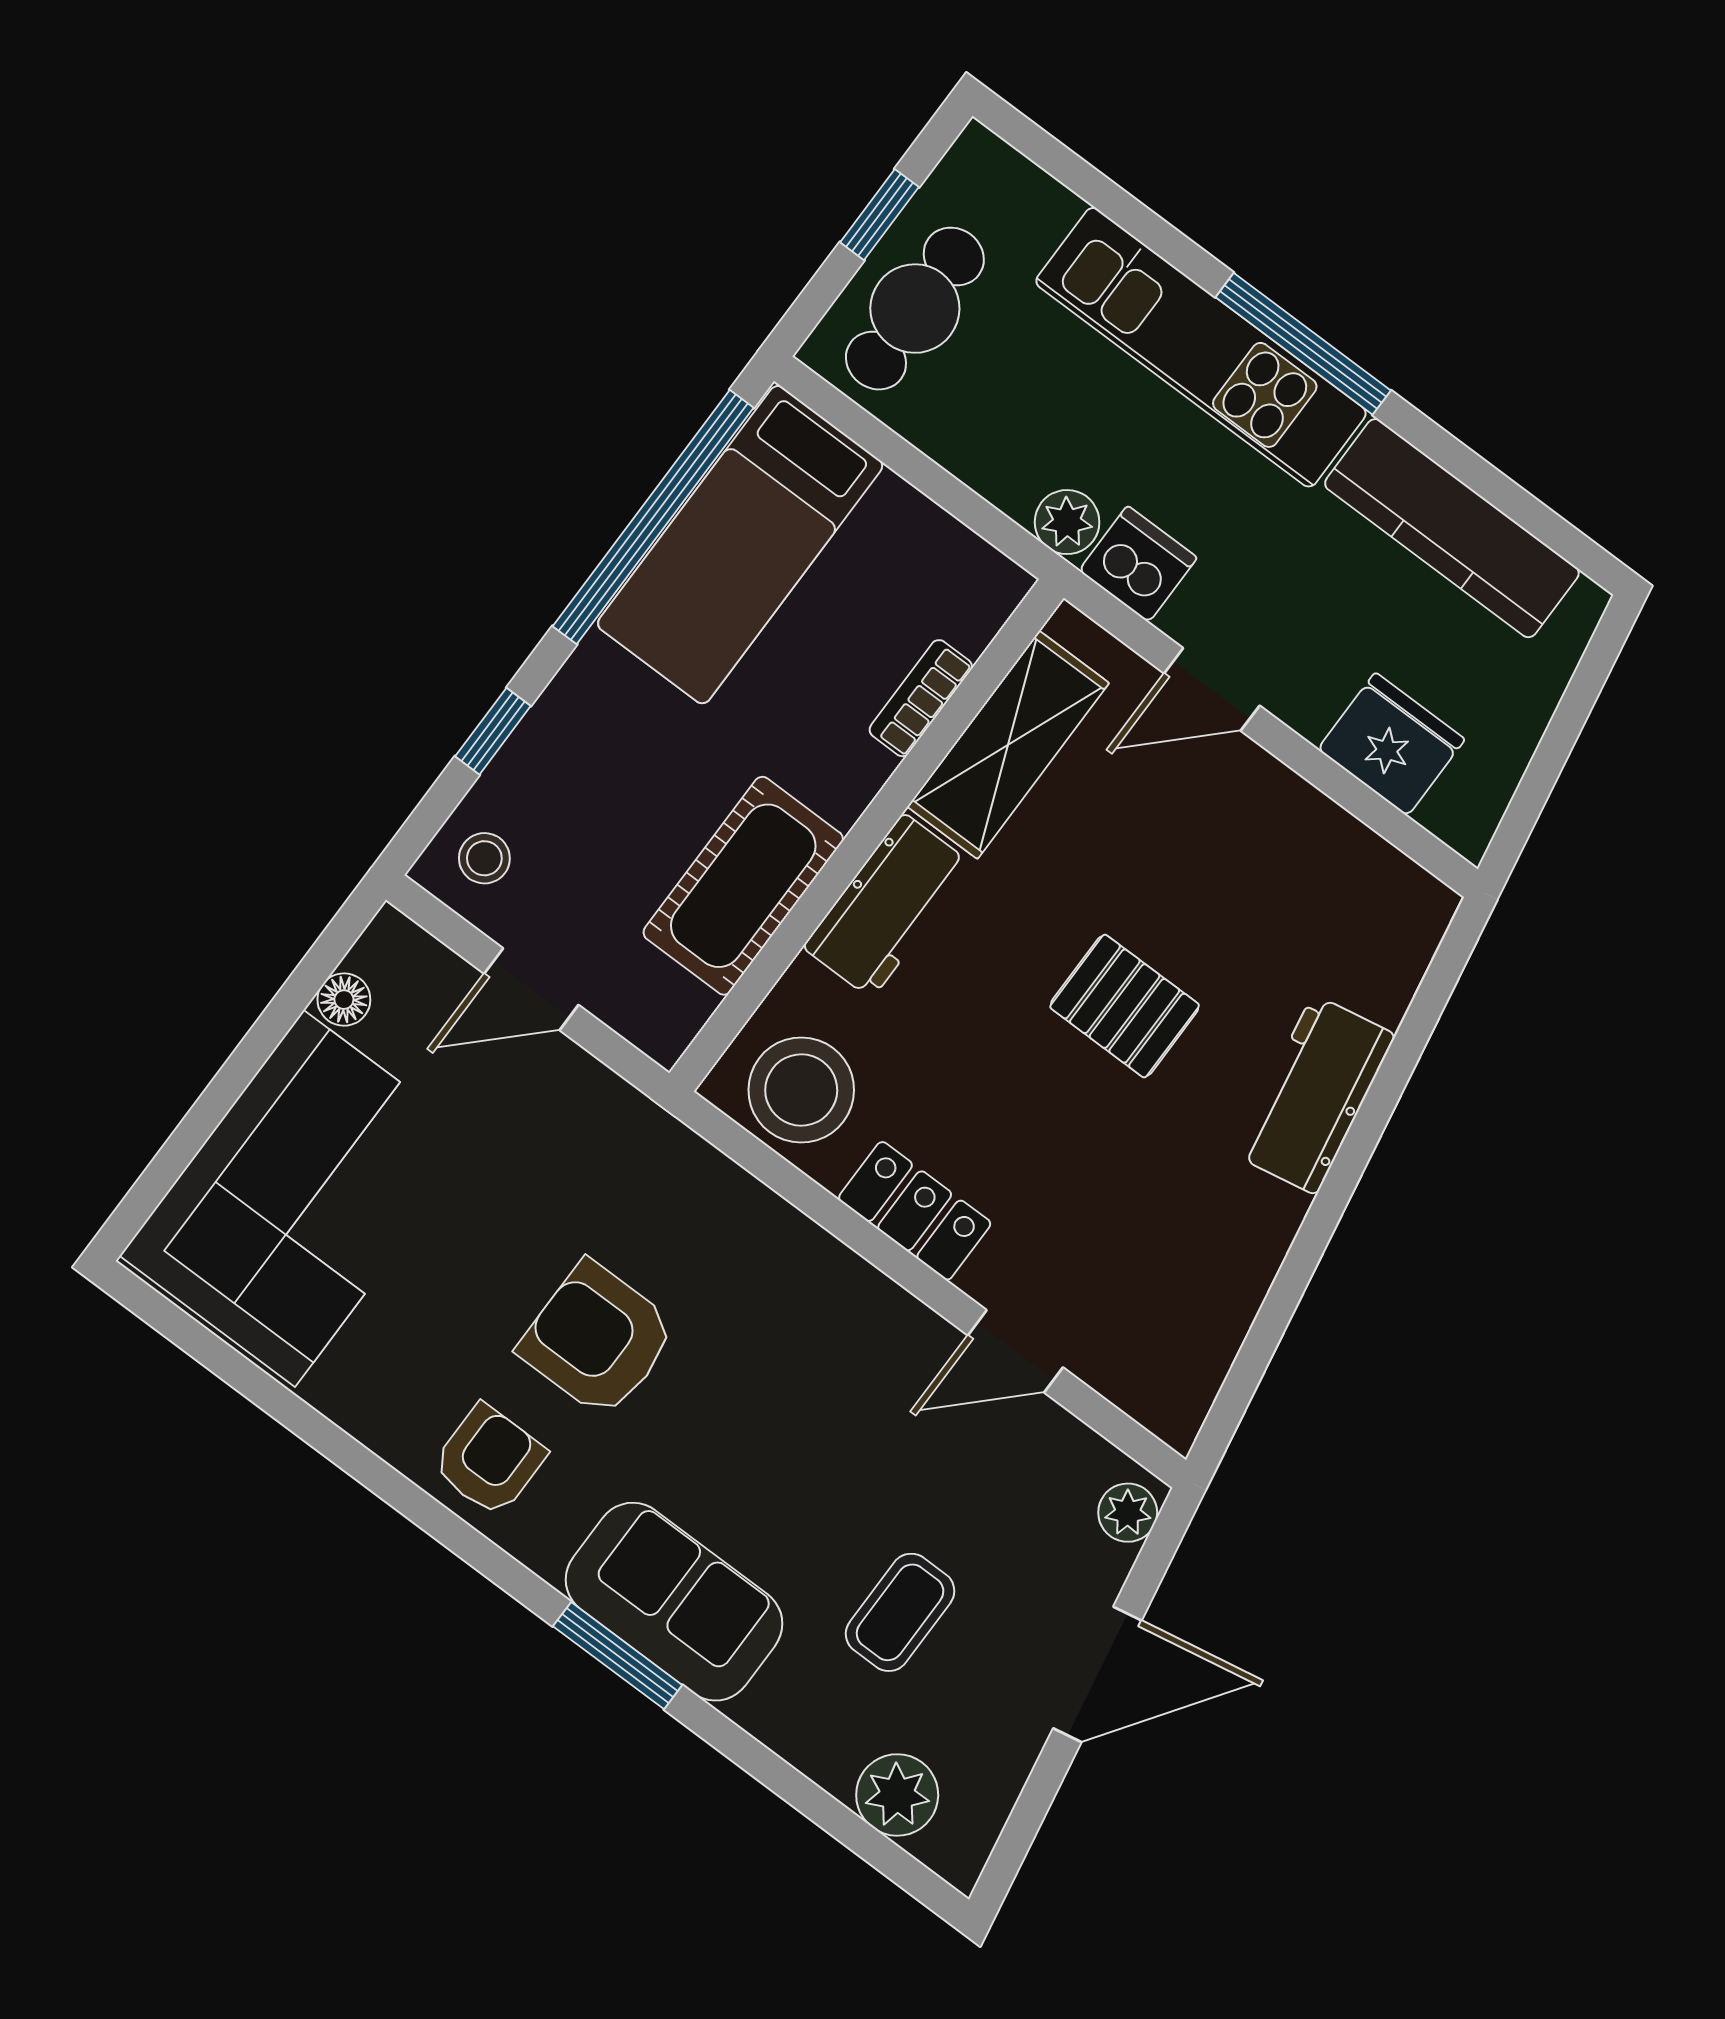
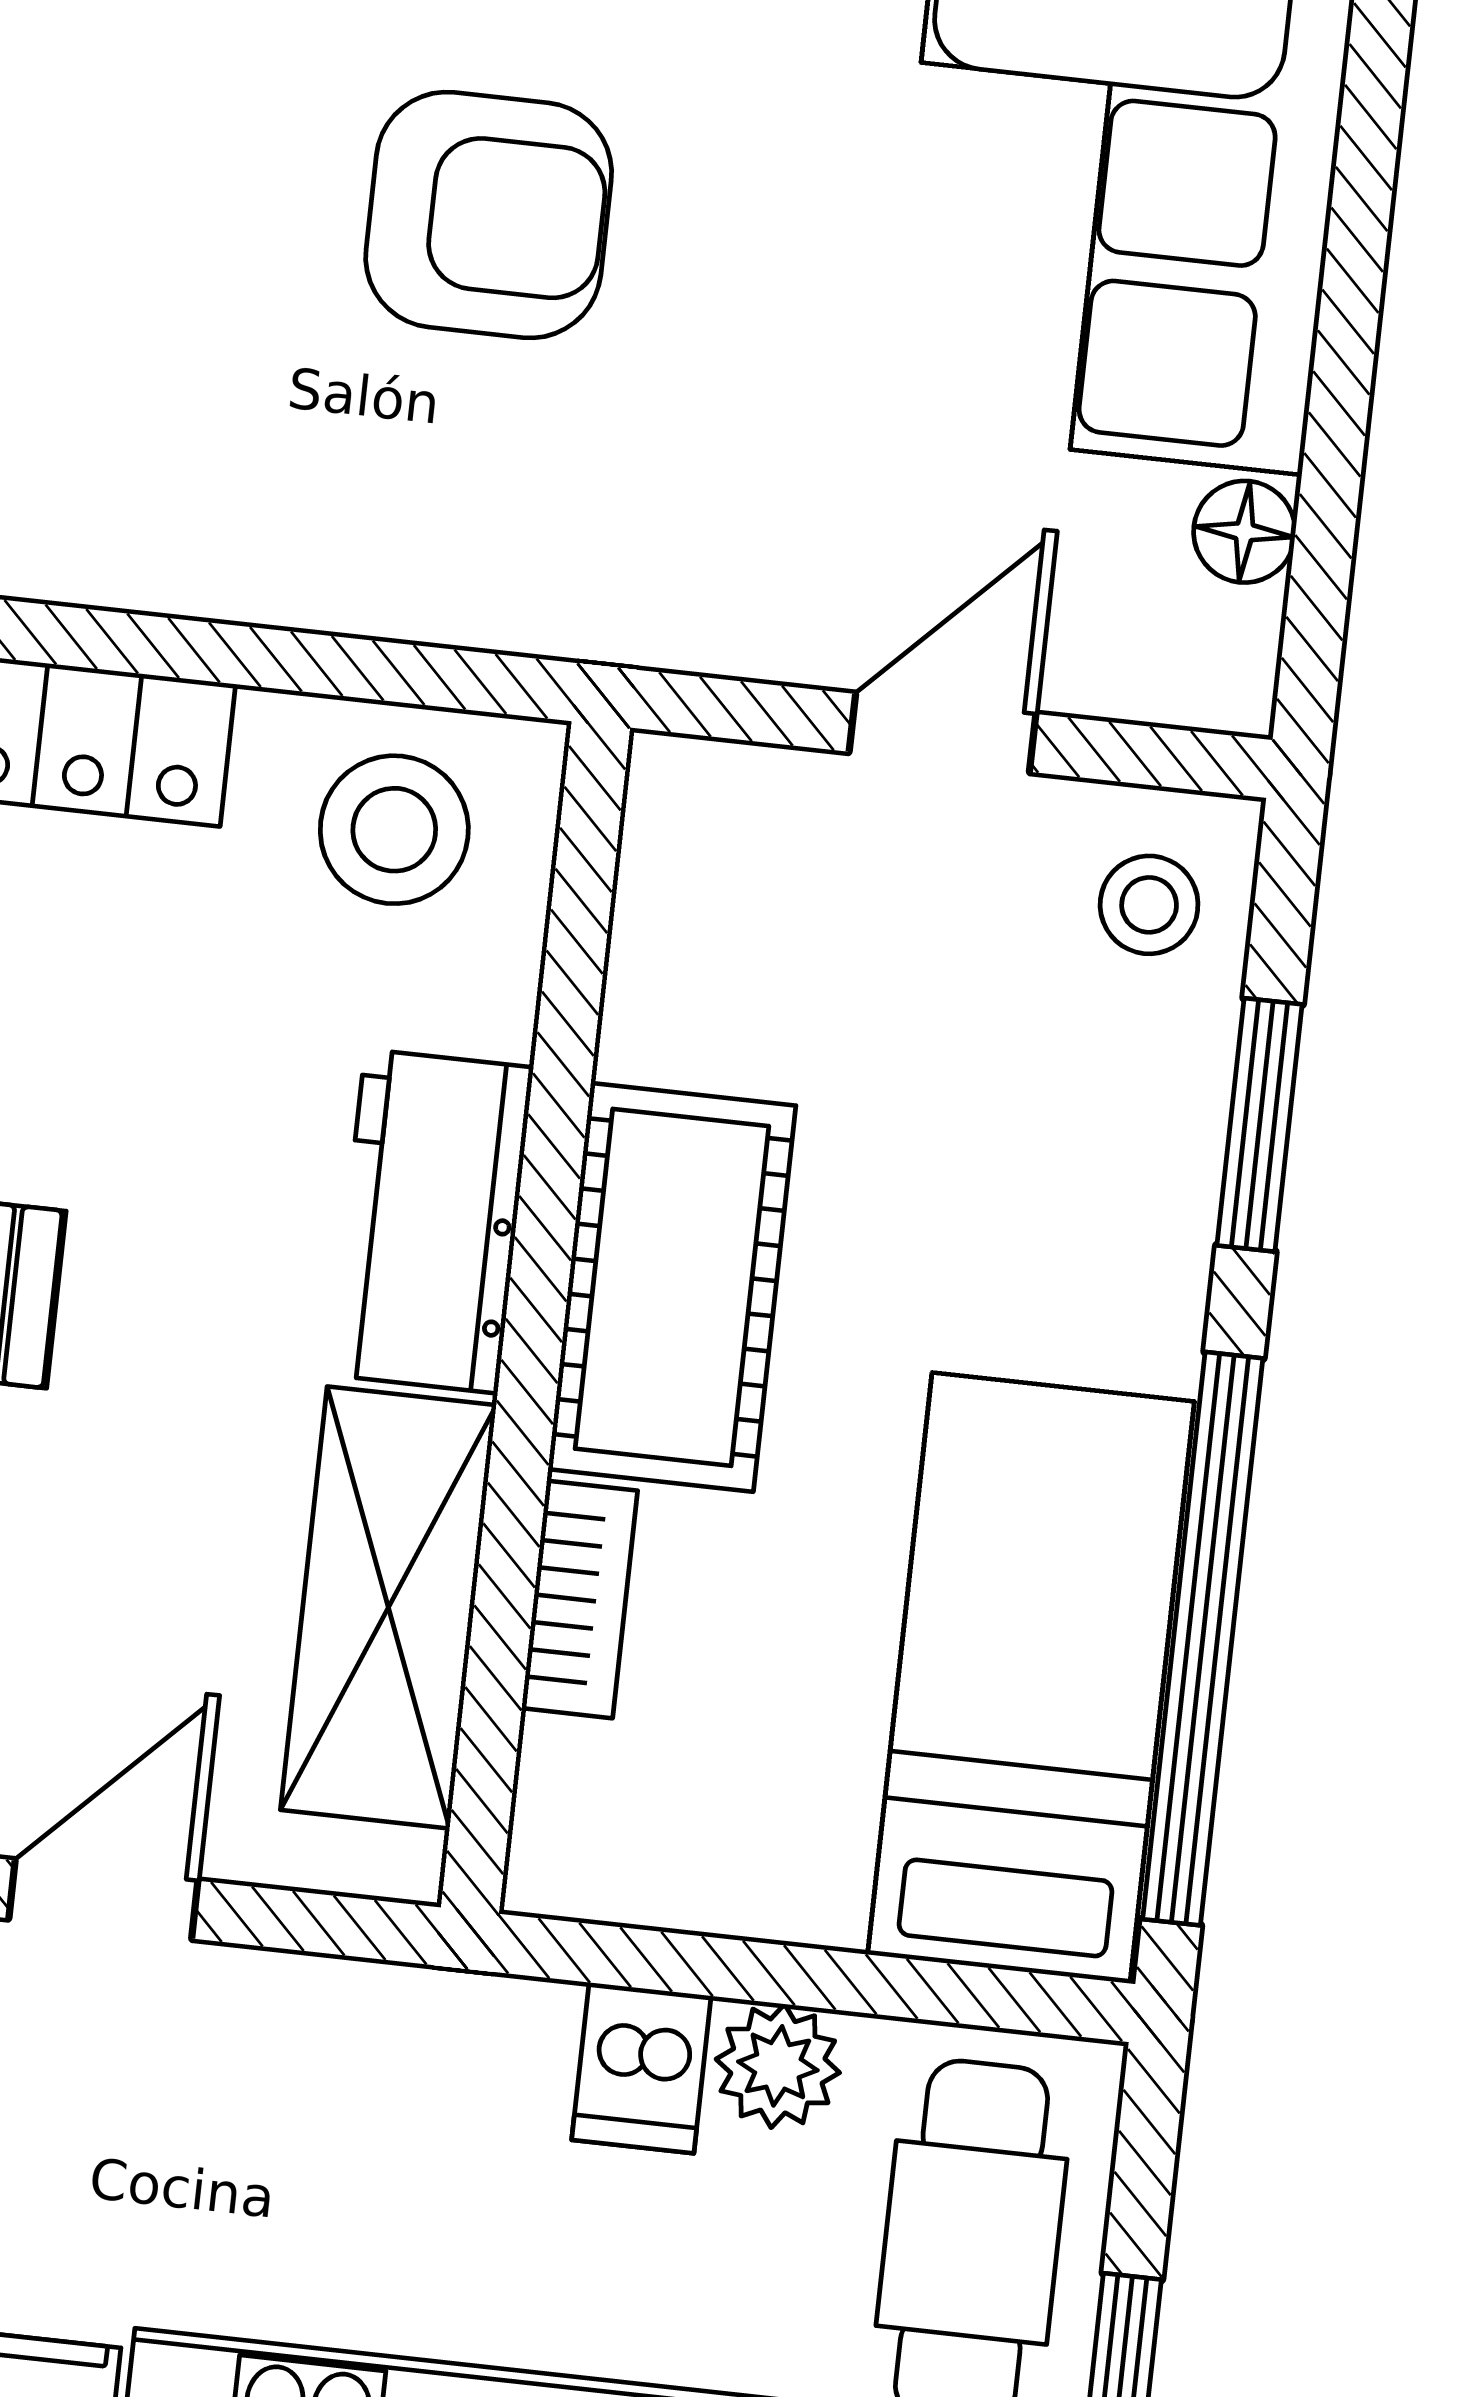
plant: (1067, 522) -> (778, 2066), moved
dishwasher: (1138, 564) -> (641, 2068), moved, width x0.73
window: (493, 731) -> (1259, 1125), width x1.50
cot: (743, 886) -> (672, 1287), moved
stool: (801, 1090) -> (394, 830), width x0.73, depth x0.73

